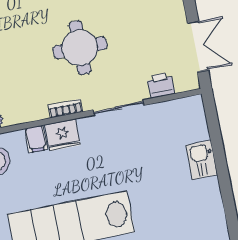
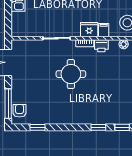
printer: (161, 85) -> (101, 46), moved

